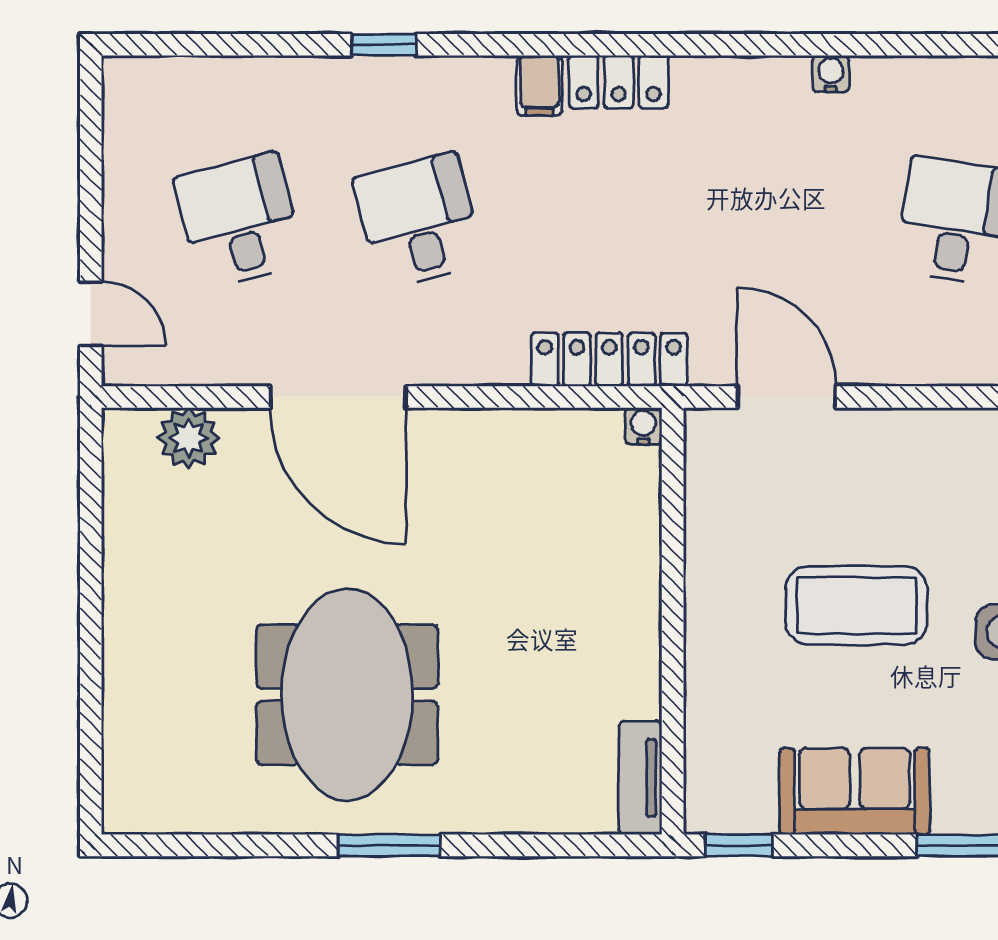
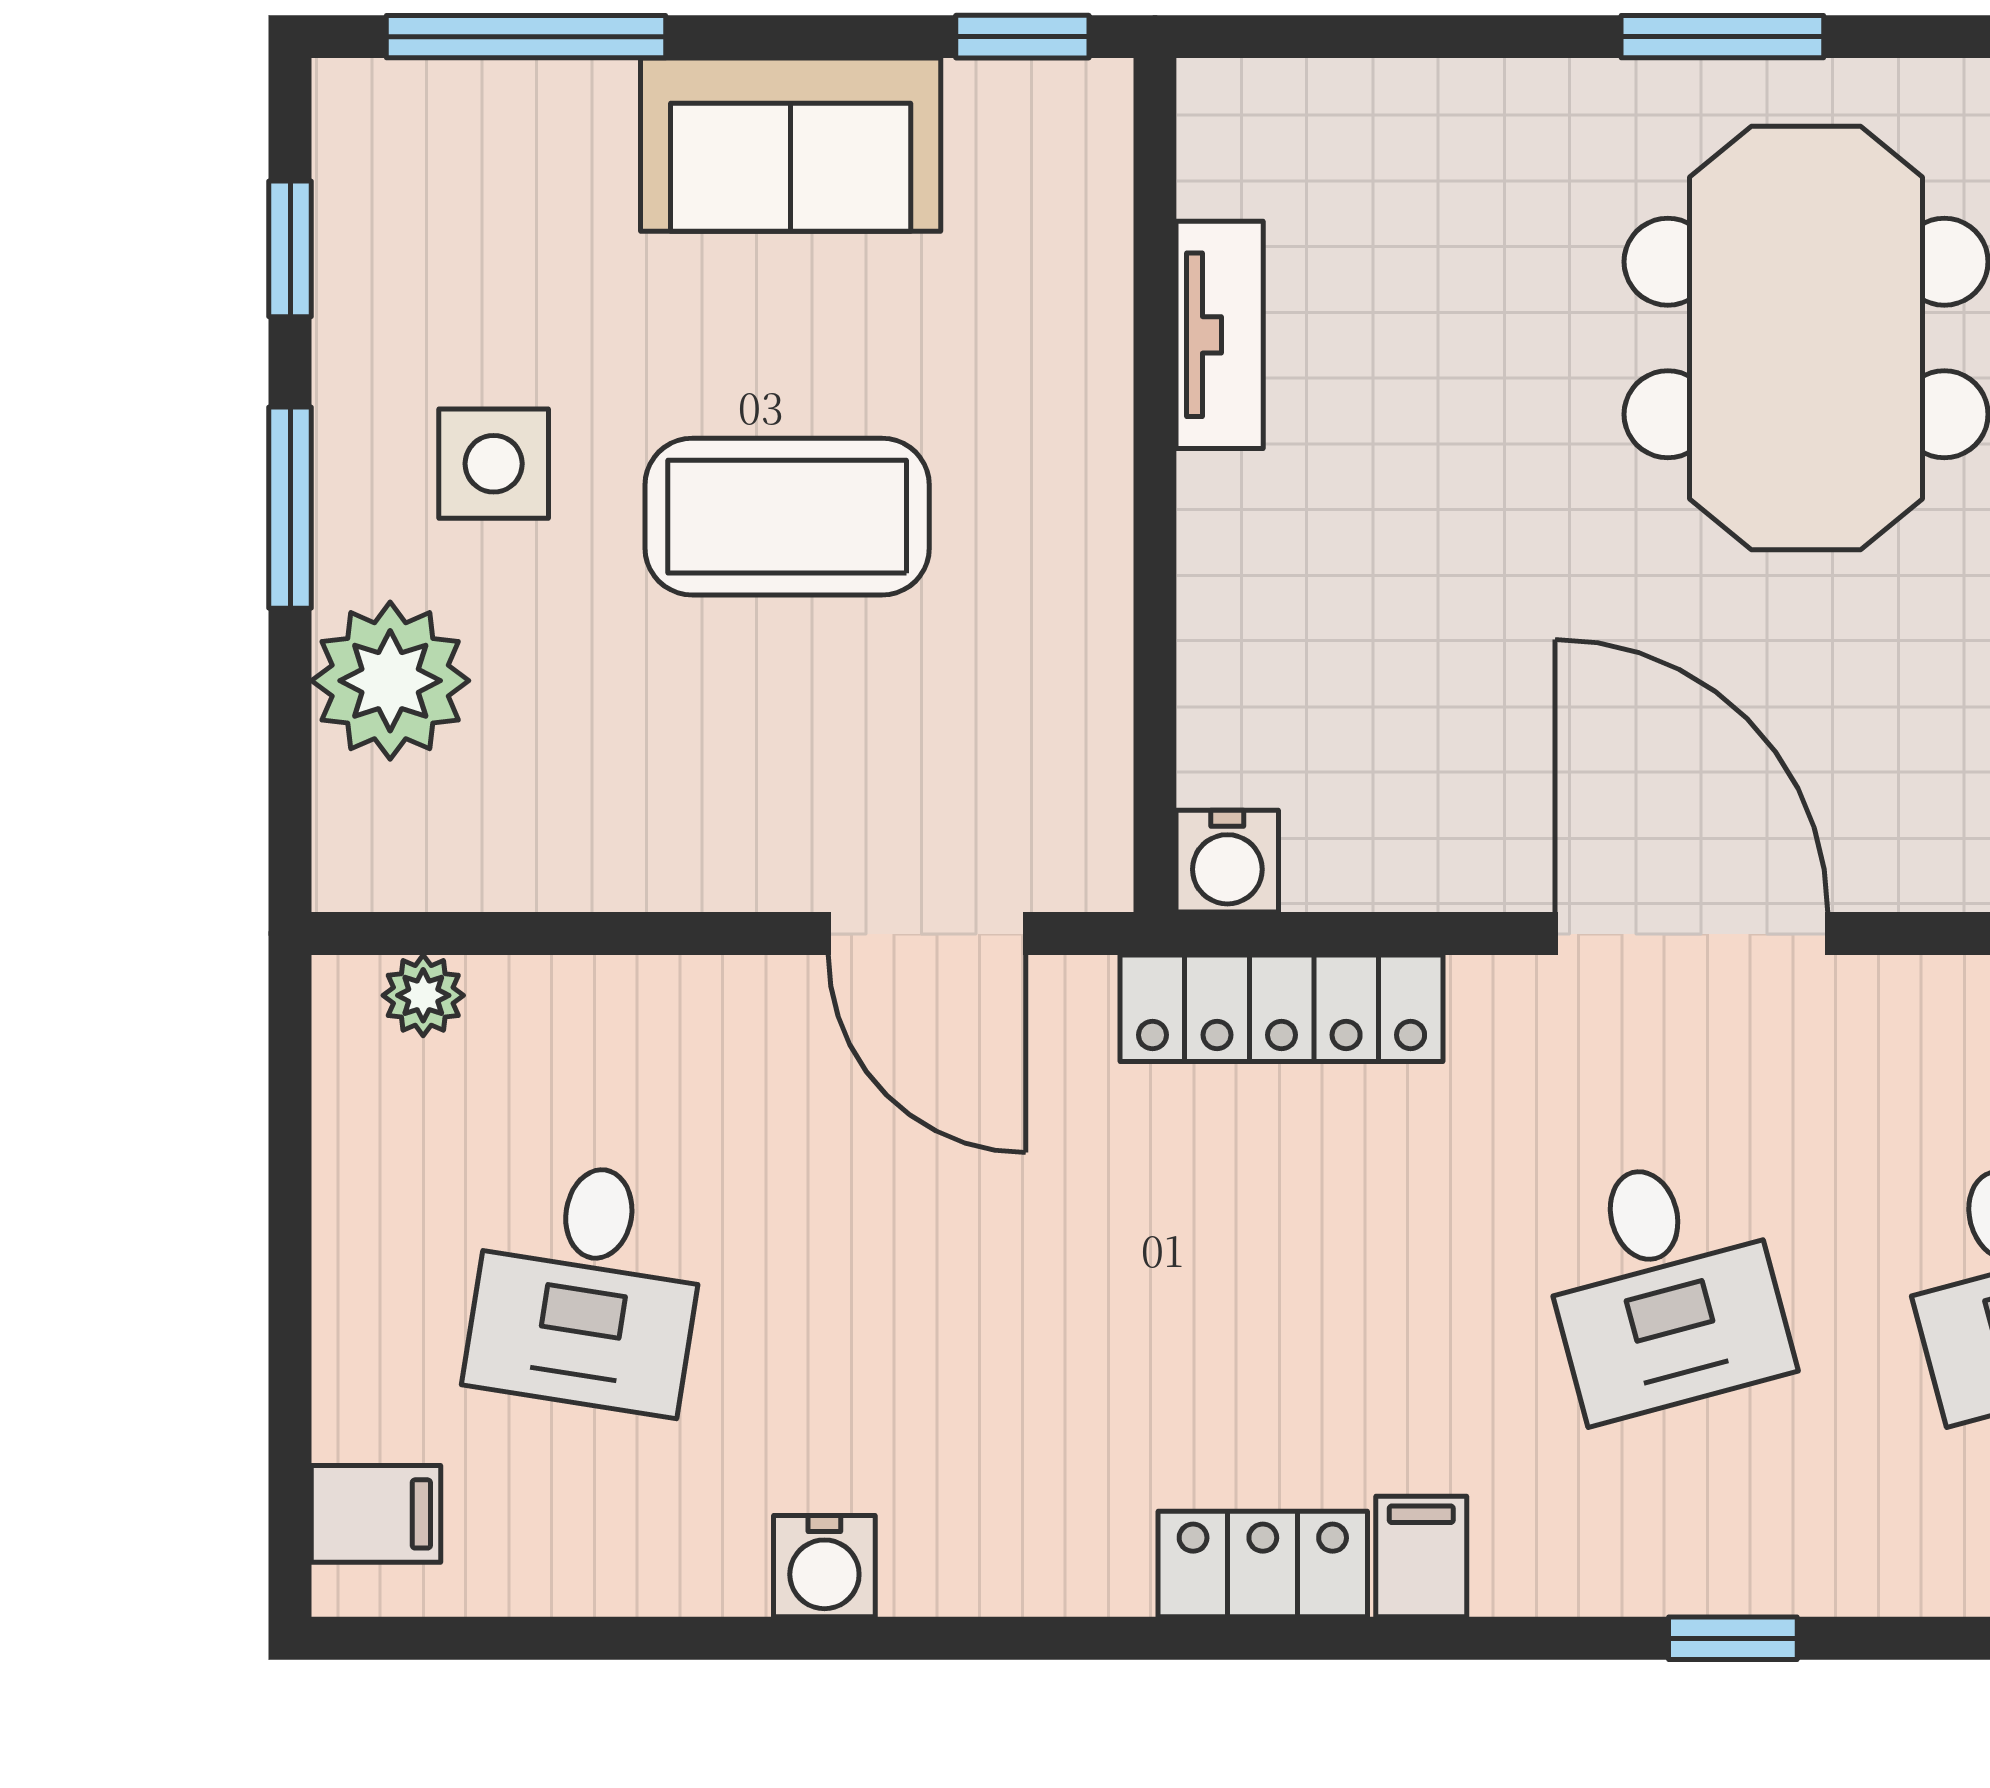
water cooler: (831, 74) -> (824, 1566), width x1.38, depth x1.38
door: (338, 397) -> (1691, 934), moved
water cooler: (643, 426) -> (1227, 861), width x1.38, depth x1.38
tv unit: (640, 778) -> (1220, 335), moved

